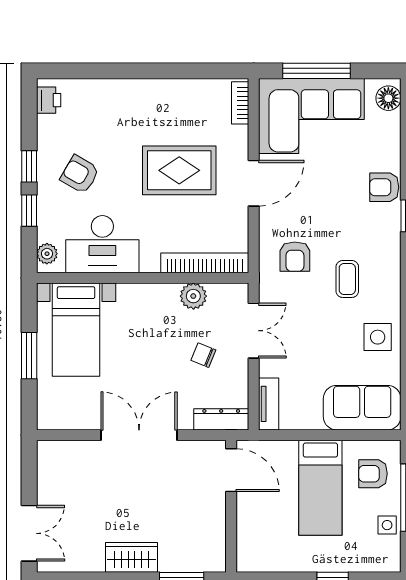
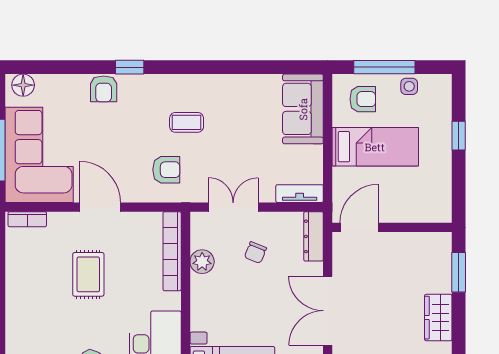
rug: (179, 170) -> (88, 274), width x0.73, depth x0.70
side table: (378, 337) -> (239, 95), removed
armchair: (373, 474) -> (363, 99), turned -90

